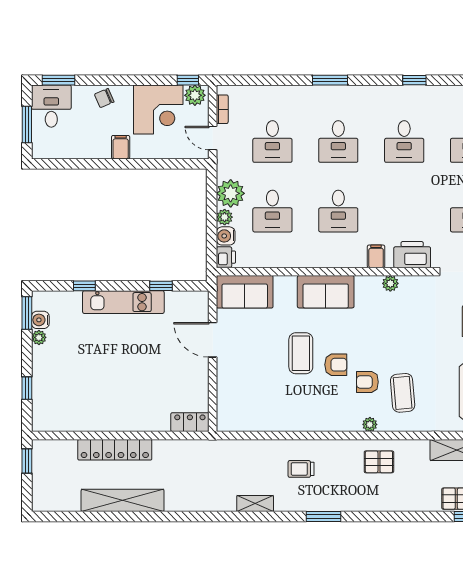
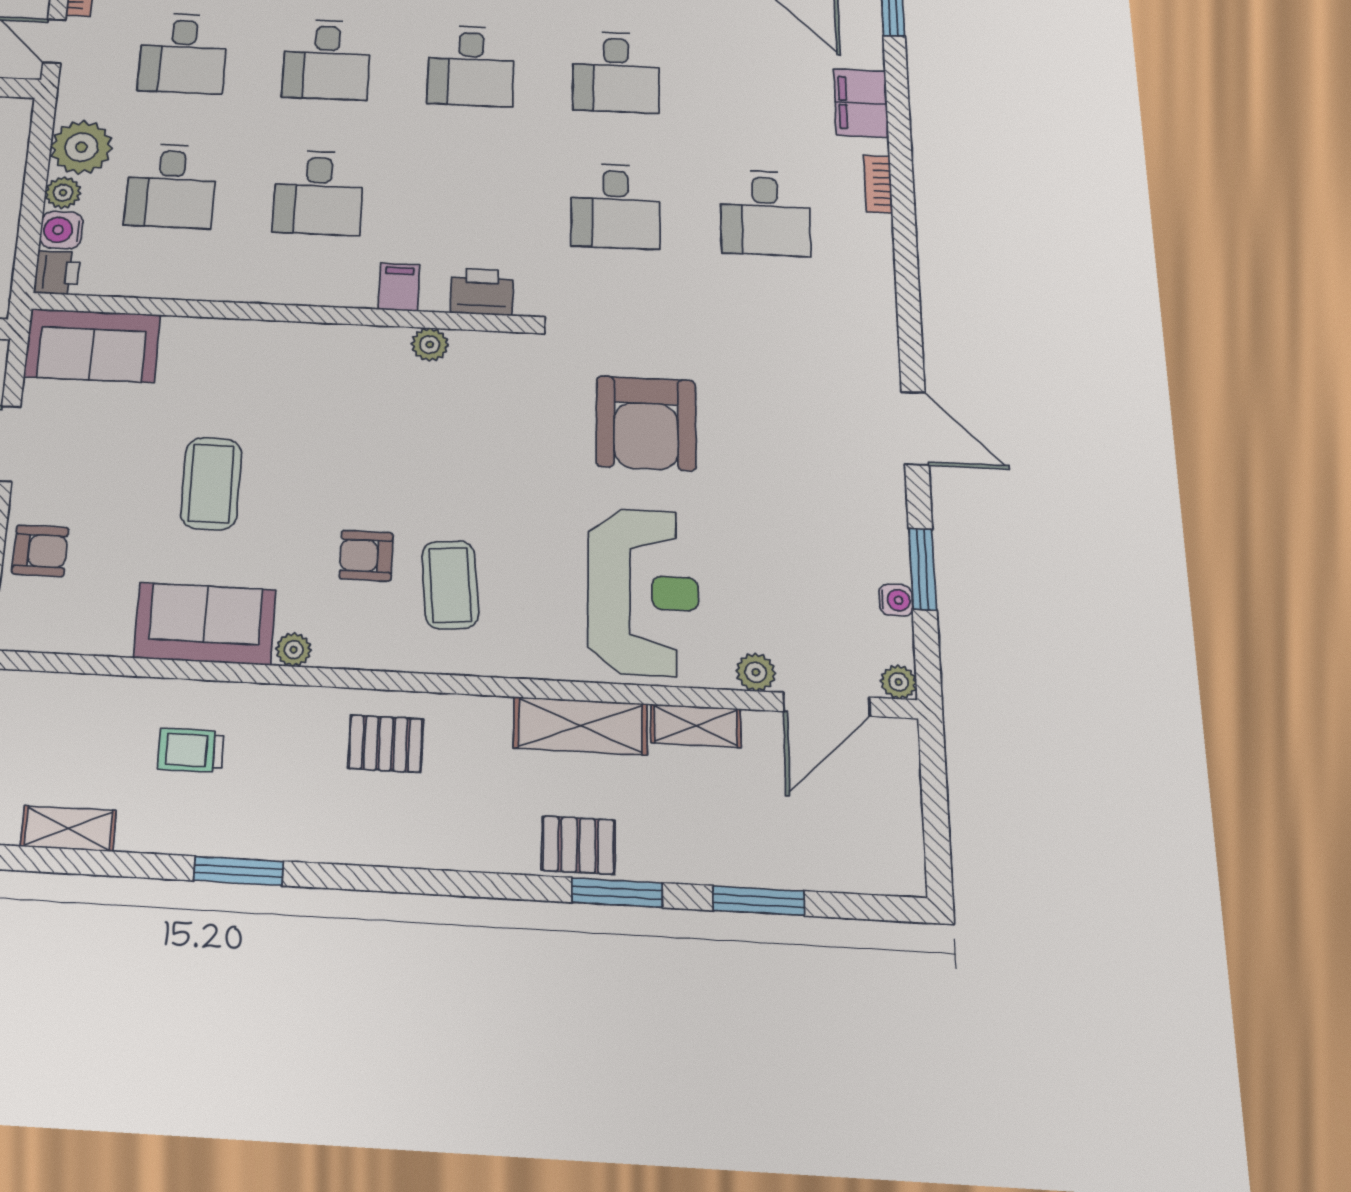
printer: (412, 255) -> (482, 292), width x0.73, depth x0.84
sofa: (326, 292) -> (205, 624), moved, turned 180
armchair: (336, 365) -> (40, 551), moved
plant: (370, 424) -> (294, 650), moved

